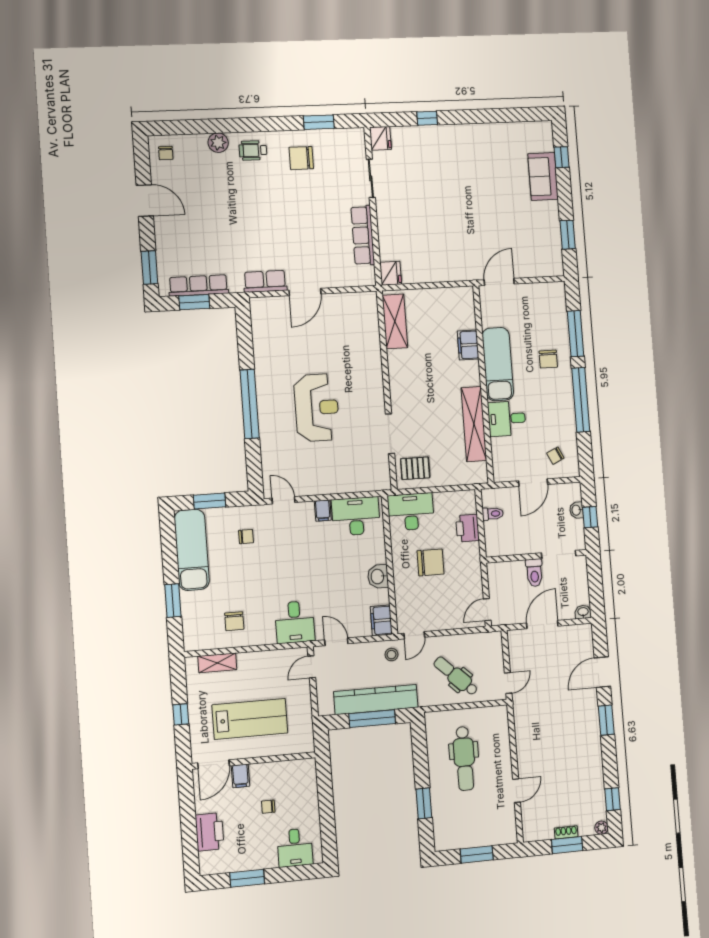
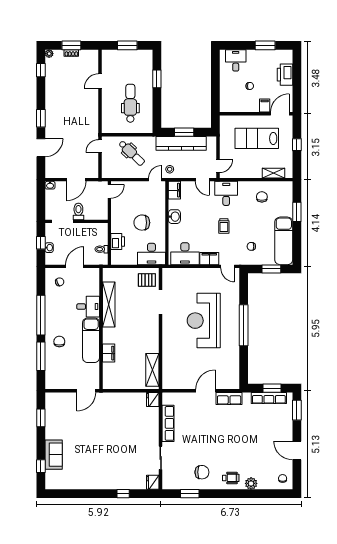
reception desk: (317, 408) -> (204, 321), width x1.36, depth x1.30
filing cabinet: (323, 510) -> (209, 259), width x2.00
trolley: (295, 567) -> (224, 226), added
window: (372, 719) -> (184, 132), width x0.69

